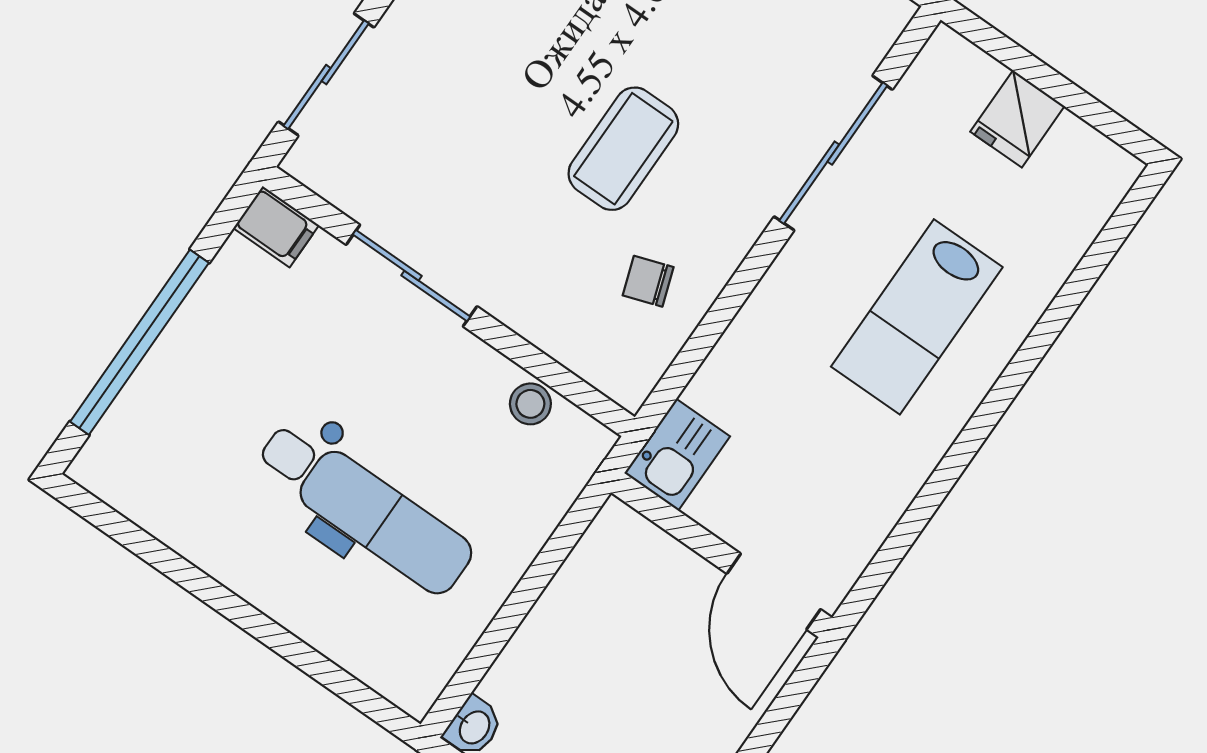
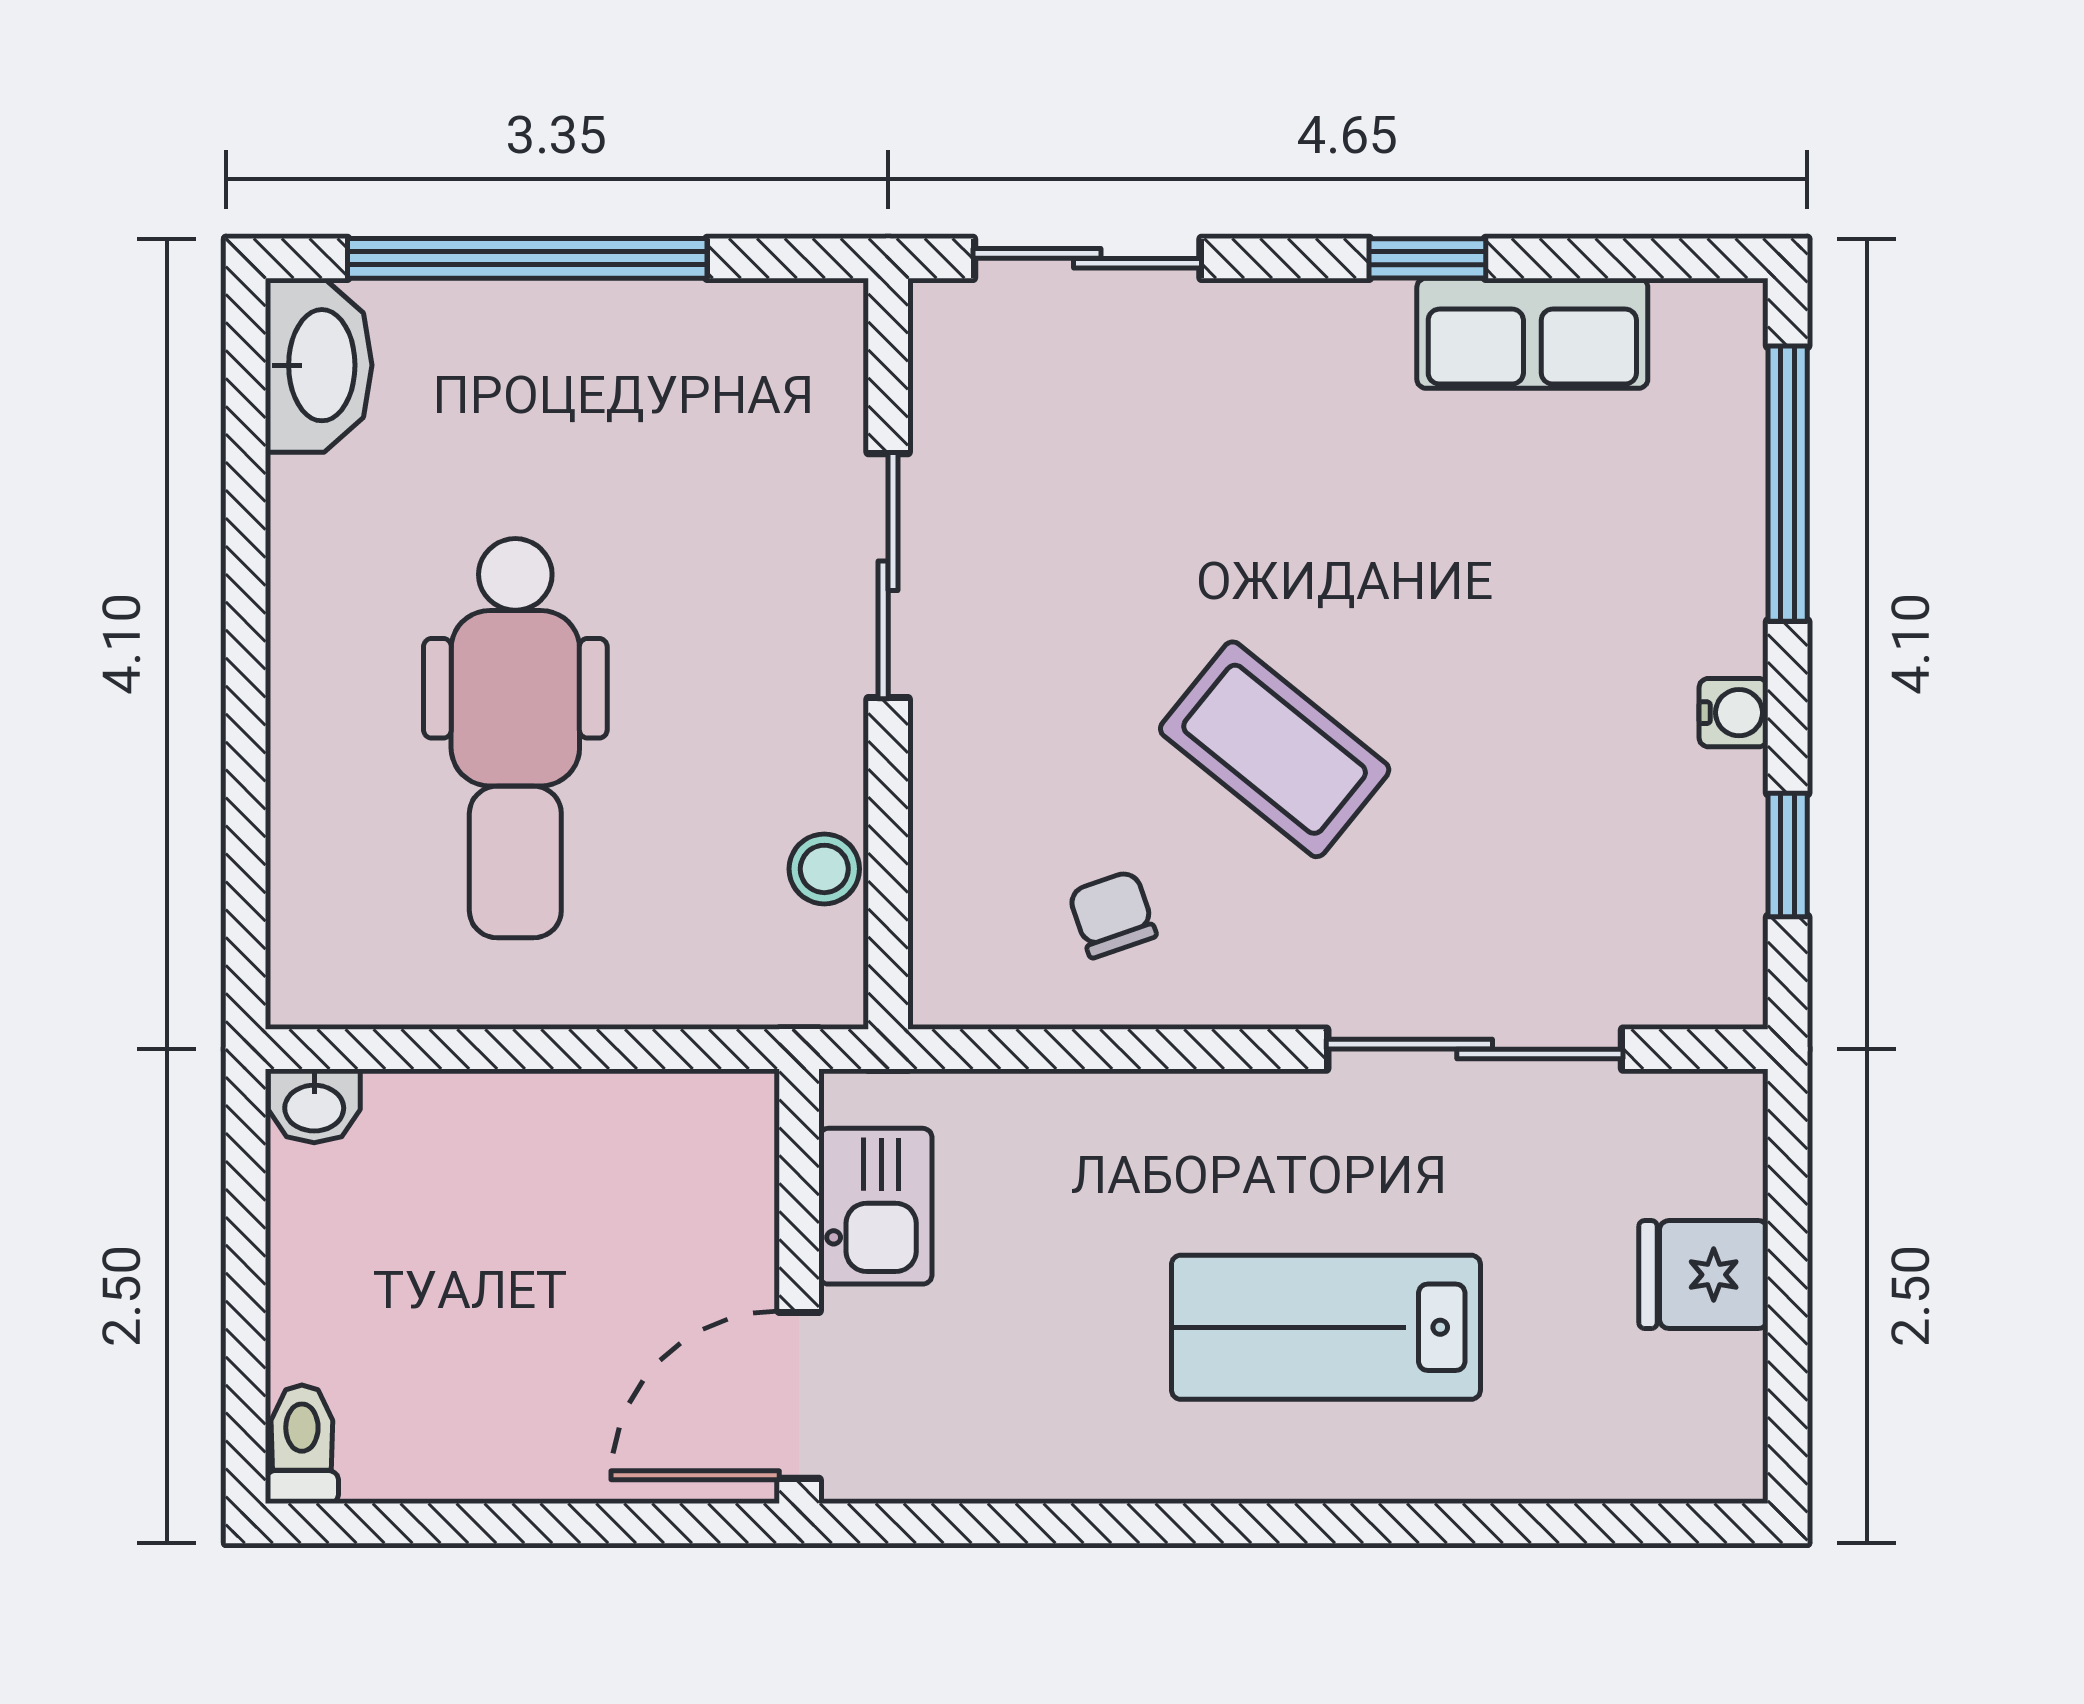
coffee table: (623, 149) -> (1275, 749), turned 39
filing cabinet: (276, 227) -> (824, 337), removed
kitchen sink: (677, 455) -> (875, 1206), moved, turned -90
washbasin: (121, 478) -> (319, 365), added

